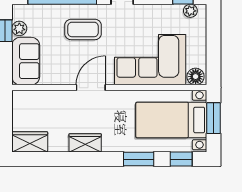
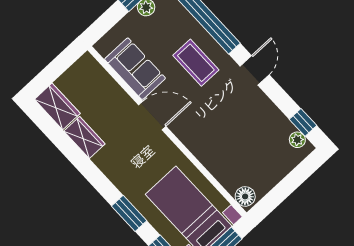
corner sofa: (150, 60) -> (224, 144), removed
sofa: (26, 61) -> (135, 69), moved, turned -90
wardrobe: (85, 143) -> (84, 137), moved

